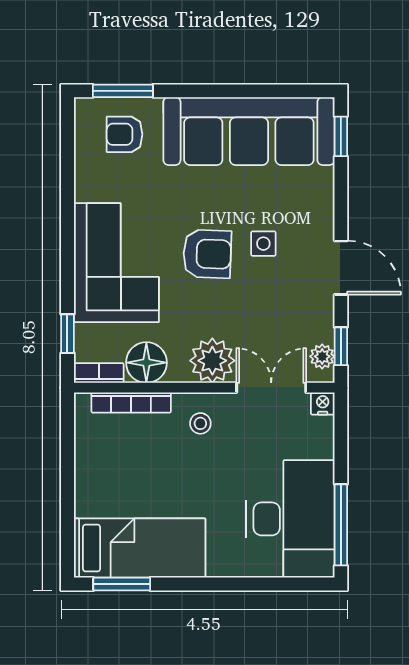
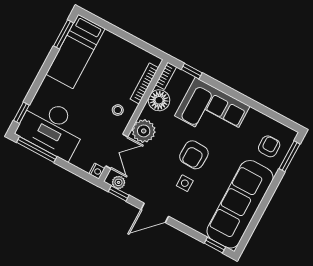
window: (292, 584) -> (21, 113), added

